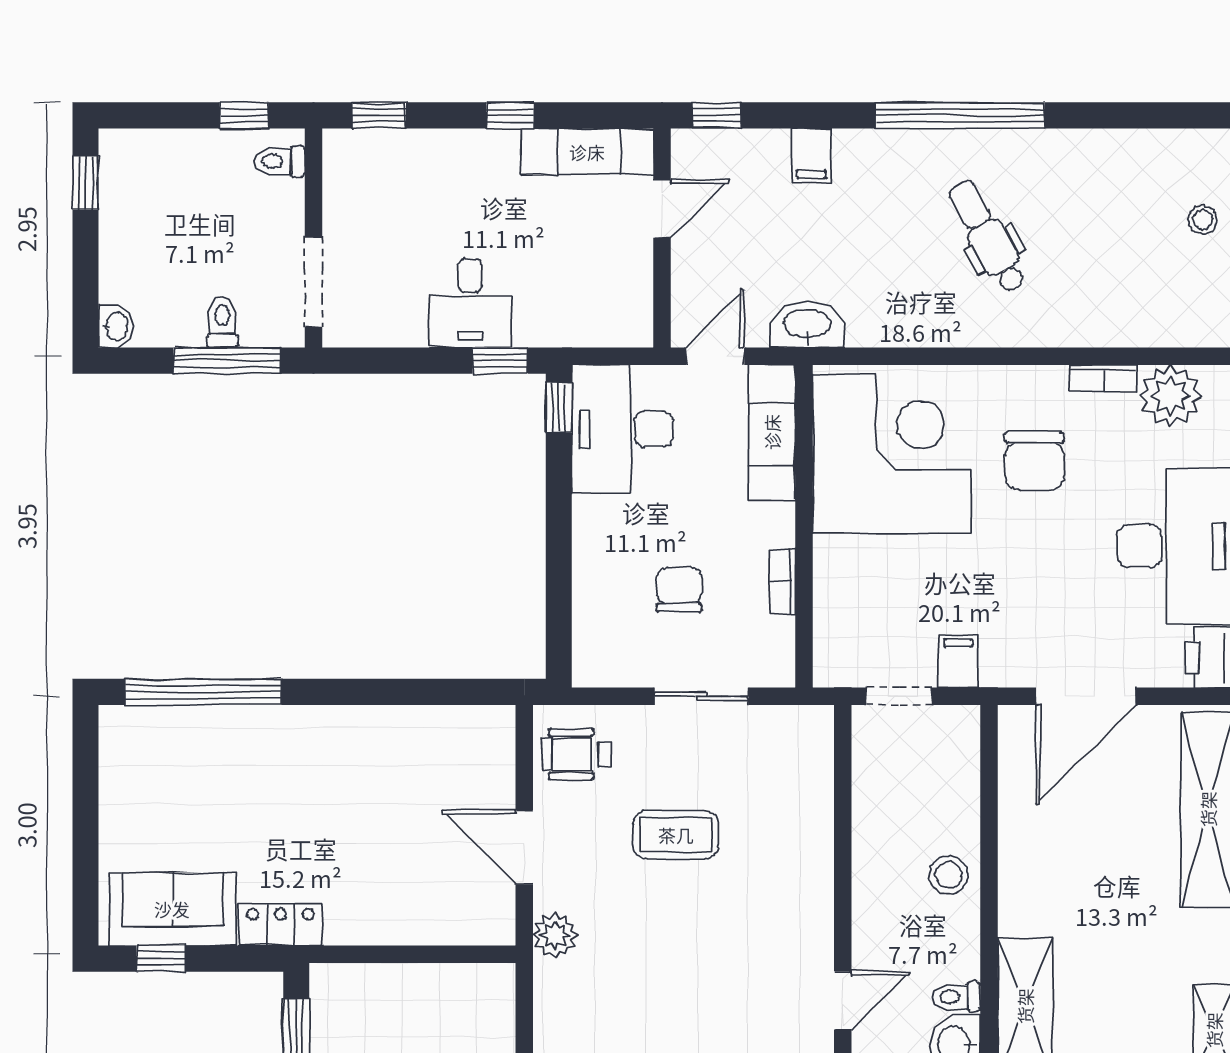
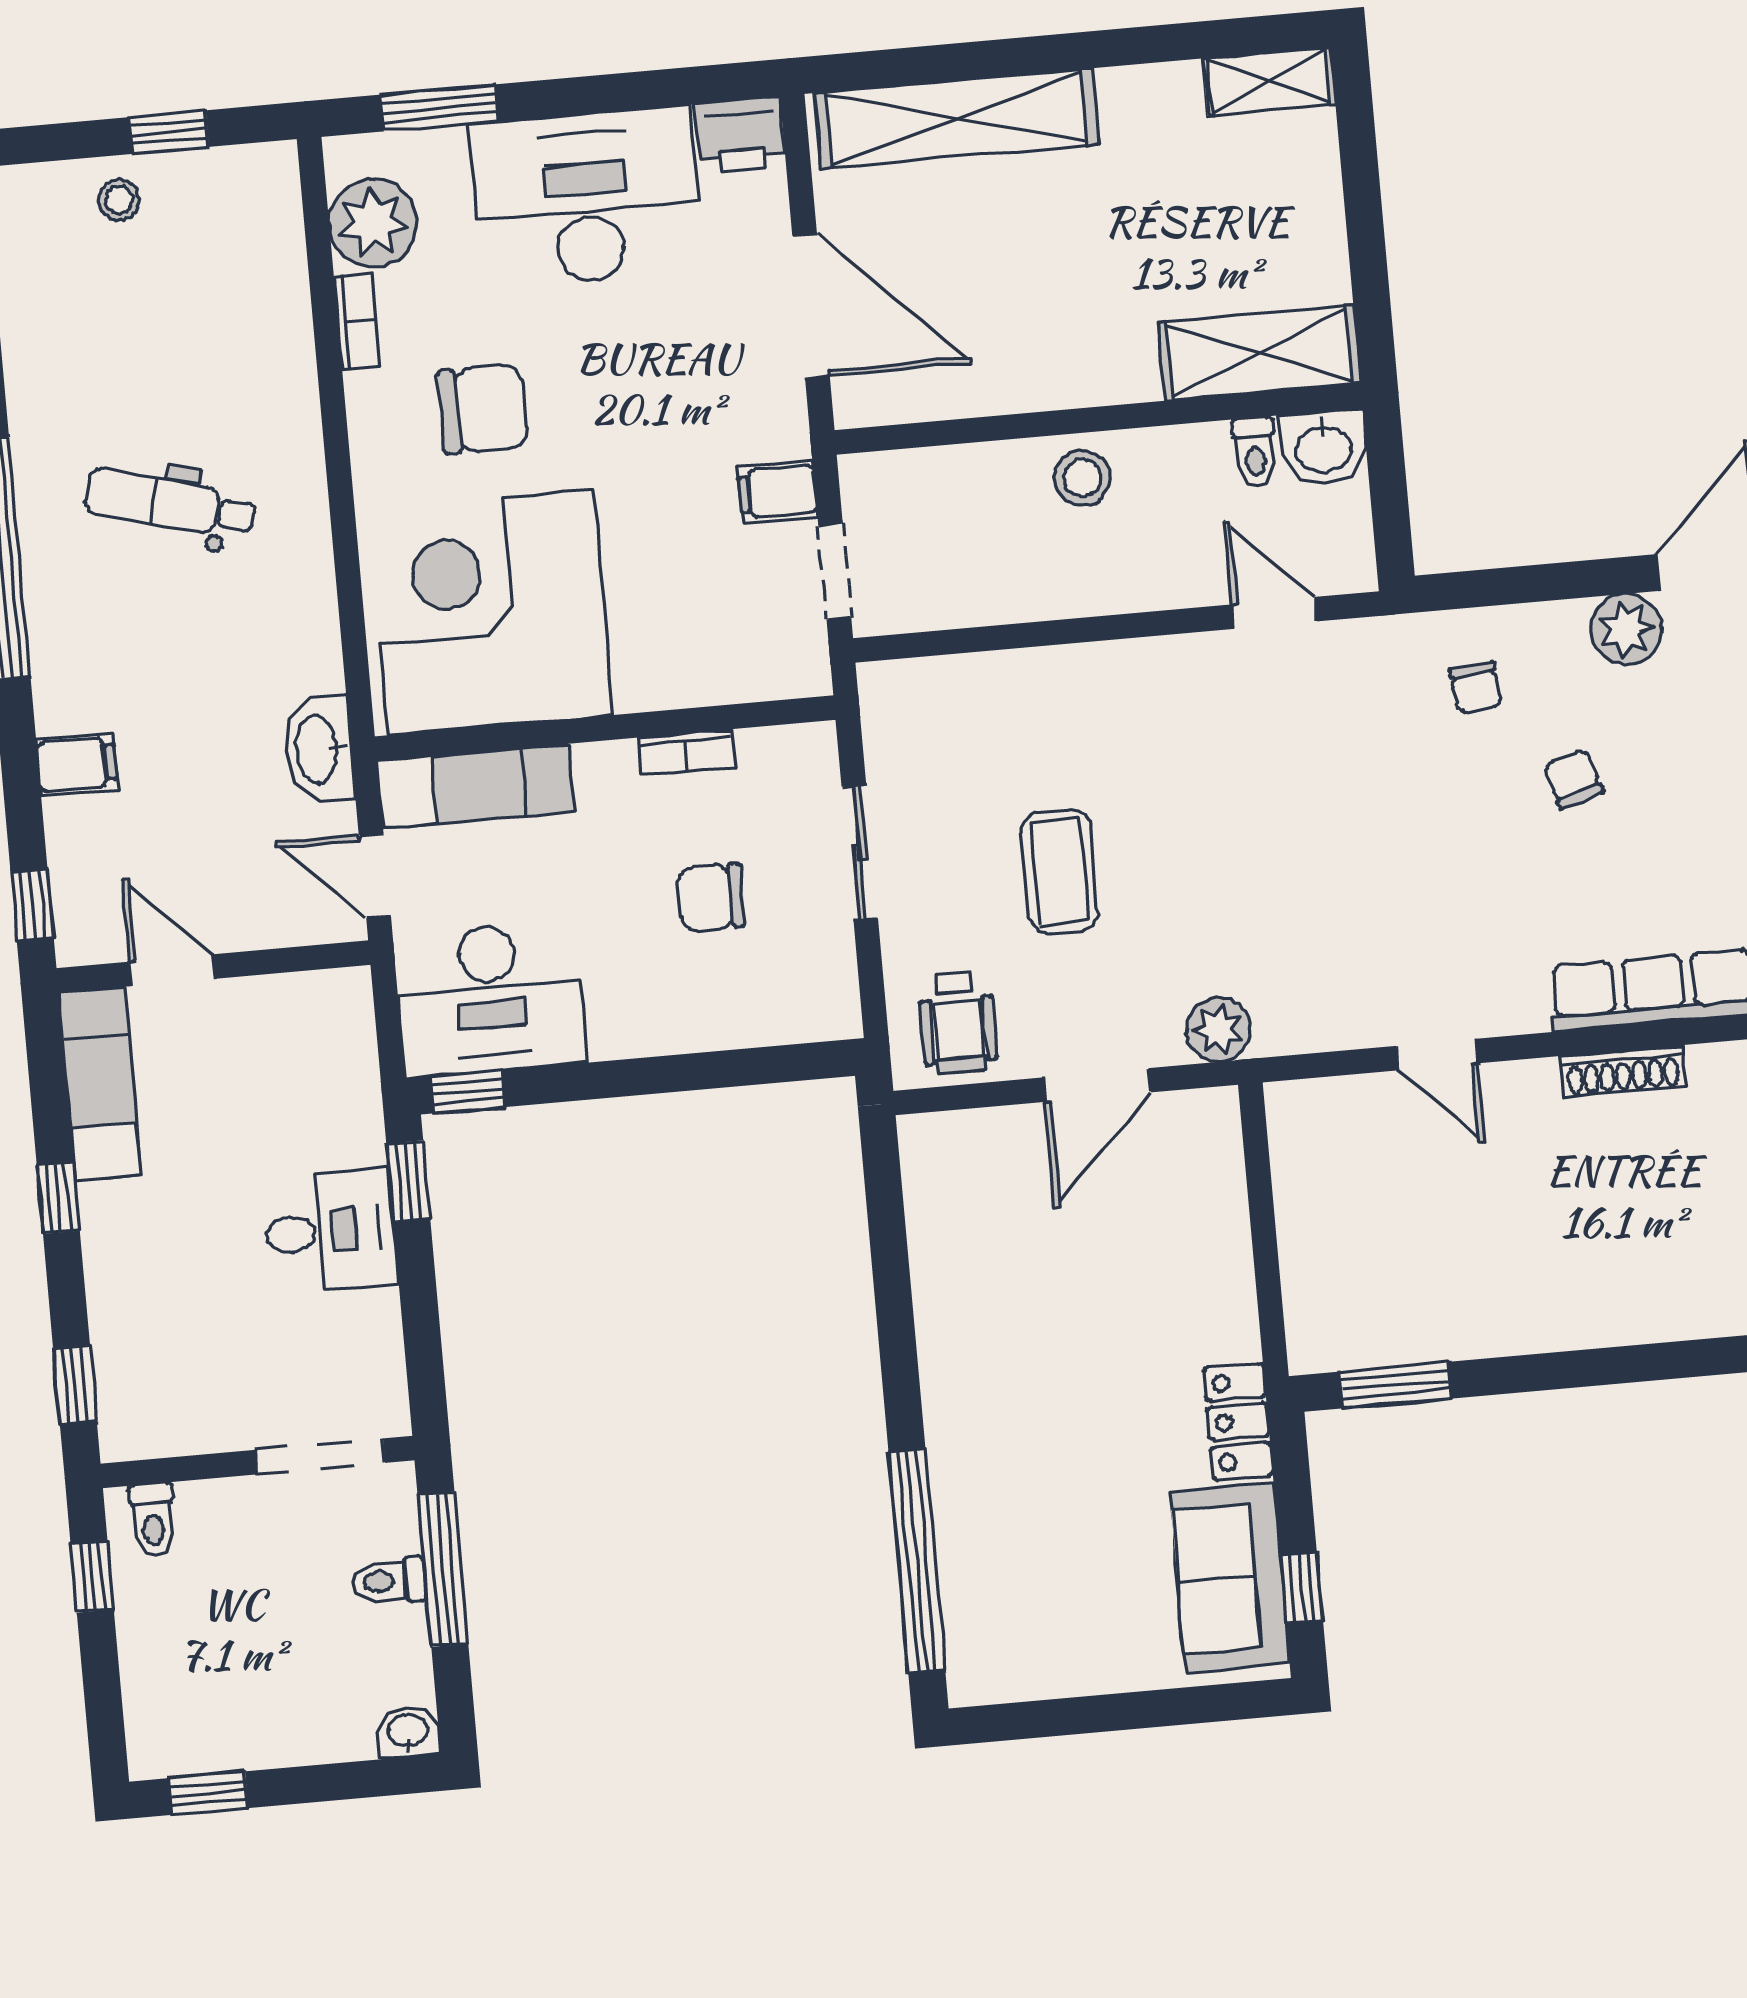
dental chair: (988, 237) -> (170, 504), turned 44

